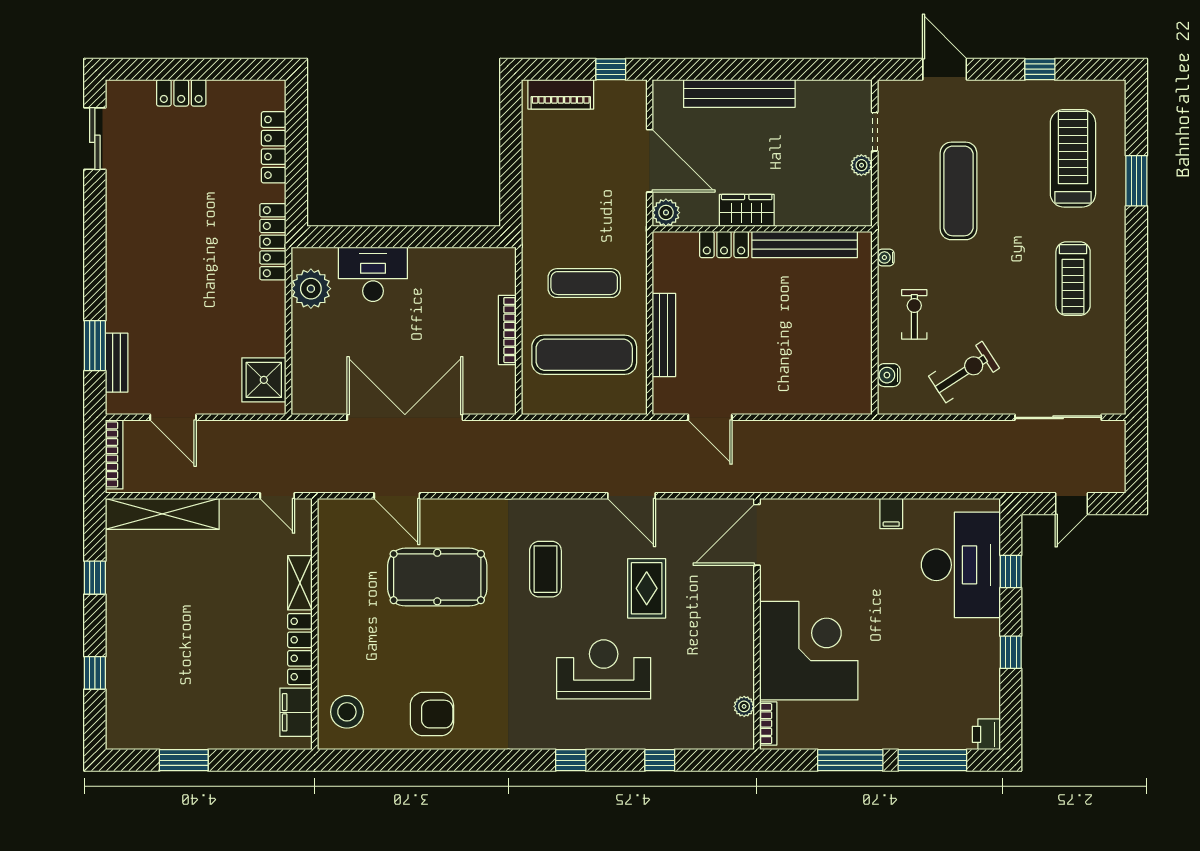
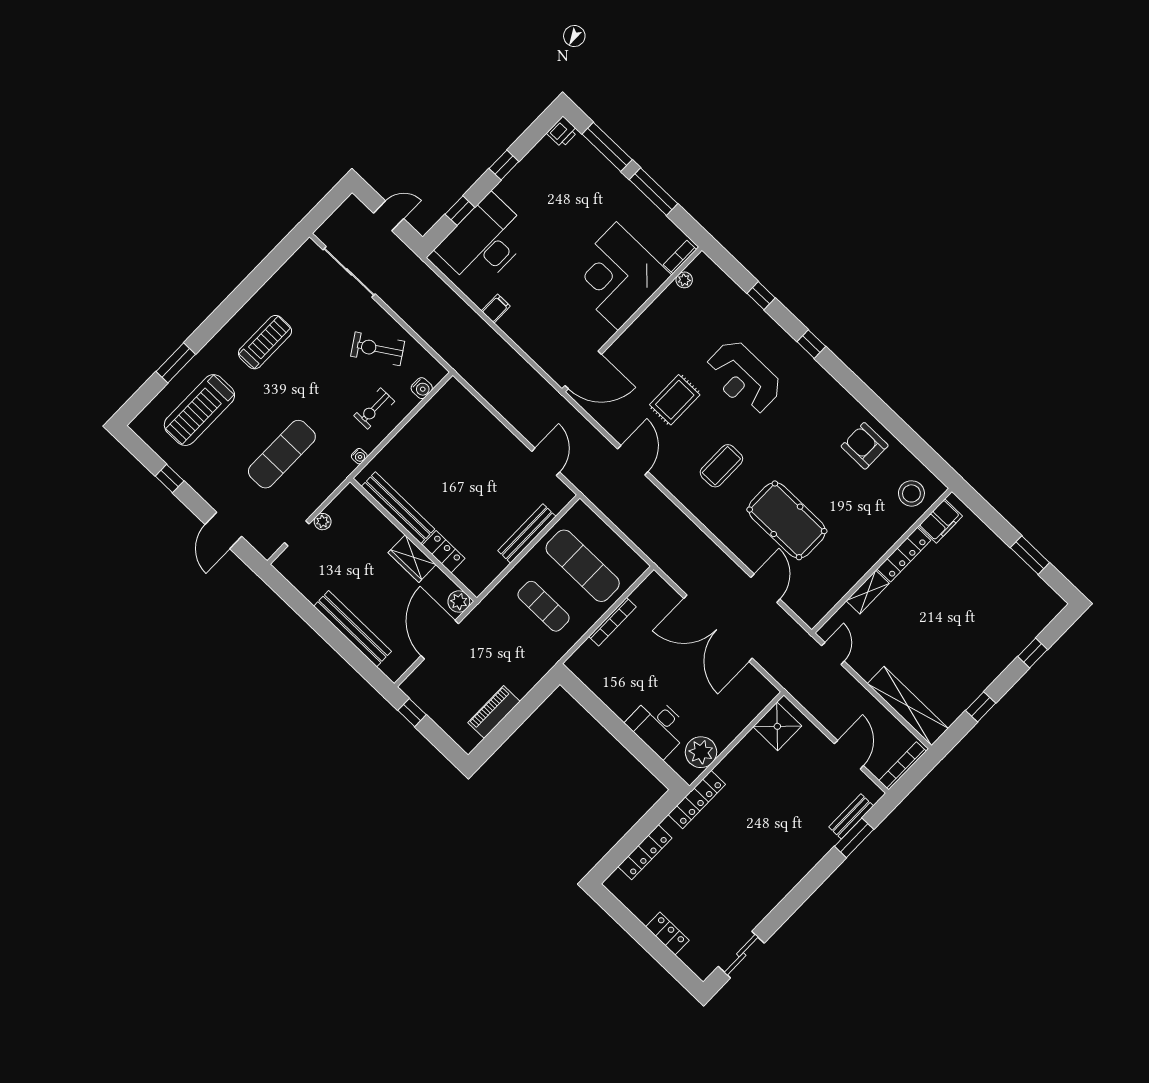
piano: (561, 94) -> (494, 712), moved, turned -90

